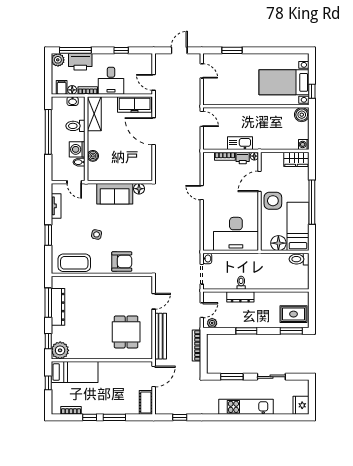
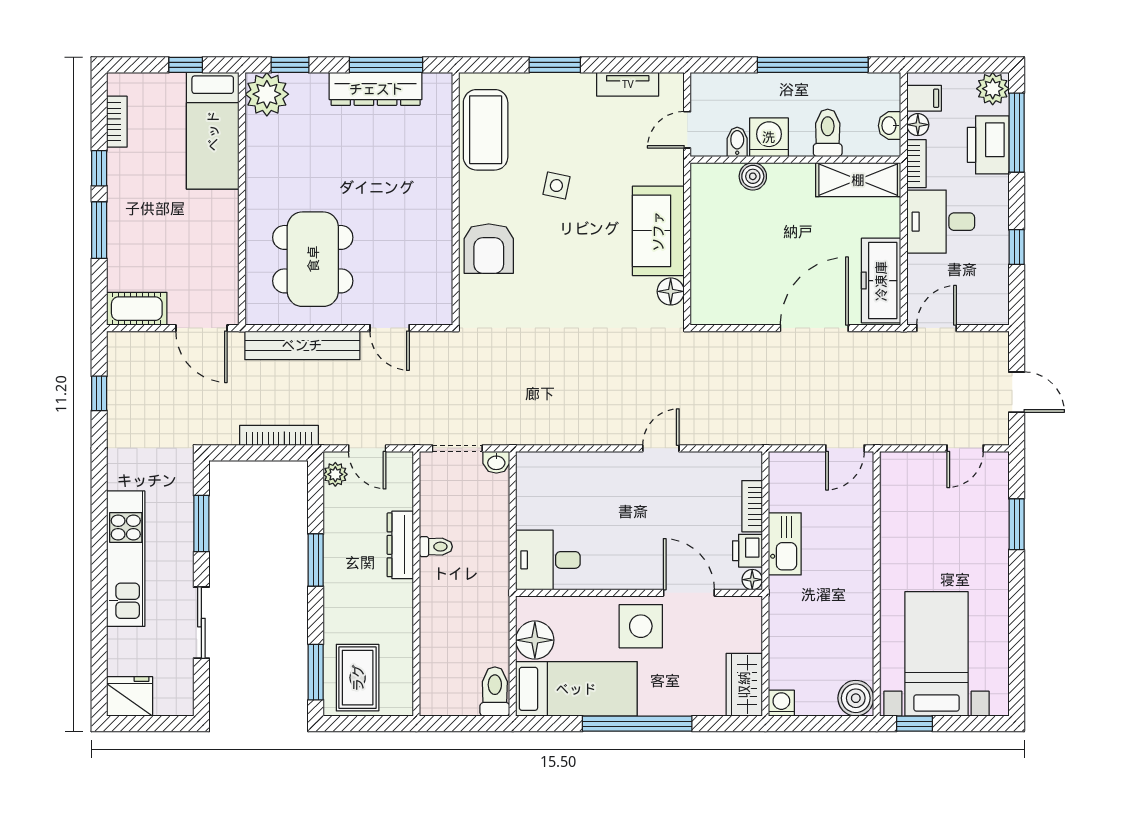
desk: (236, 234) -> (548, 560), width x0.53, depth x0.77
dining table: (126, 332) -> (313, 259), width x1.38

